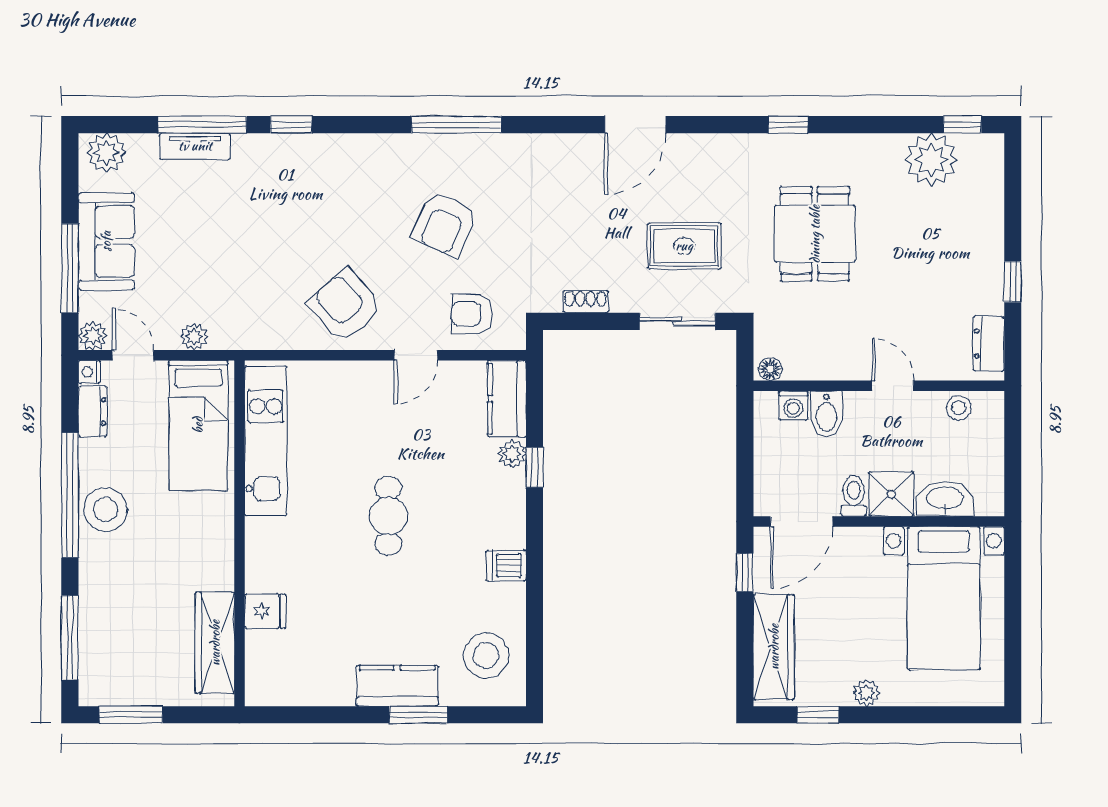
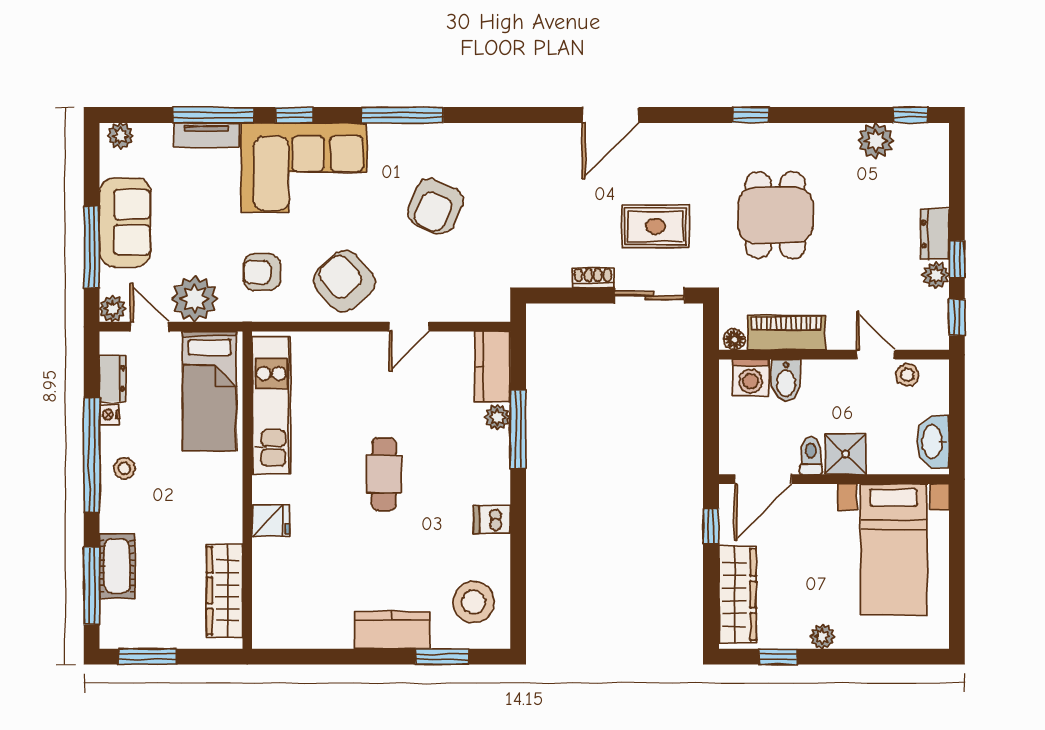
window: (456, 125) -> (402, 115), moved
plant: (106, 153) -> (120, 136), width x0.73, depth x0.73
plant: (931, 159) -> (876, 141), width x0.73, depth x0.73
corner sofa: (301, 182) -> (304, 168), added
plant: (990, 299) -> (936, 275), added
shoe rack: (585, 302) -> (593, 278), moved
armchair: (472, 314) -> (262, 272), moved
plant: (194, 337) -> (195, 299), width x1.88, depth x1.88
dresser: (989, 344) -> (935, 234), moved
window: (1013, 345) -> (957, 317), added
piano: (827, 362) -> (786, 333), added
nightstand: (89, 372) -> (109, 415), moved
door: (893, 386) -> (876, 355), moved
washing machine: (793, 405) -> (751, 378), width x1.38, depth x1.38
window: (534, 467) -> (518, 430), width x2.17
washbasin: (945, 499) -> (933, 442), moved, turned -90
stool: (106, 510) -> (124, 468), width x0.53, depth x0.53
fridge: (265, 611) -> (271, 521), moved
cot: (97, 616) -> (117, 566), added
window: (418, 715) -> (442, 657), moved

